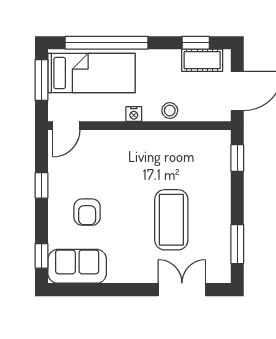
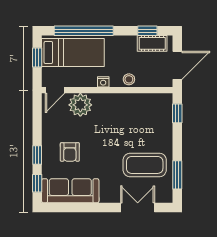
window: (41, 80) -> (37, 57), width x0.67
plant: (102, 146) -> (80, 105), added
window: (41, 185) -> (37, 155), moved
coffee table: (171, 220) -> (145, 165), moved, turned 90
sofa: (77, 266) -> (70, 191), width x1.36

